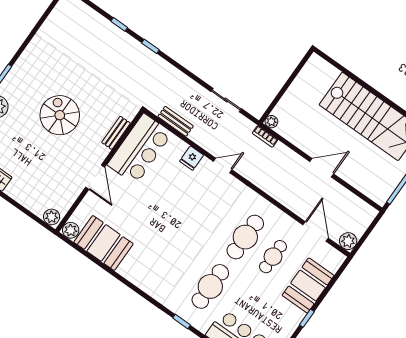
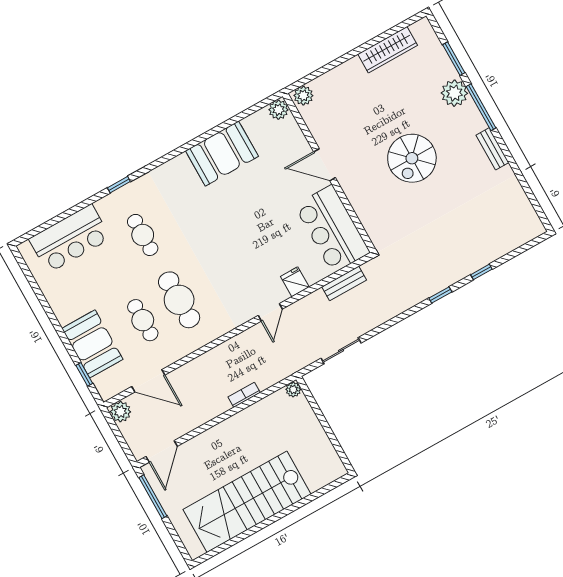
spiral stairs: (60, 115) -> (412, 158), turned 90
bench: (116, 133) -> (492, 149), moved
bookcase: (265, 136) -> (244, 395), moved
door: (322, 168) -> (162, 451), moved
booth: (103, 243) -> (222, 154), moved
cafe table: (210, 286) -> (143, 235), width x0.73, depth x0.74
window: (307, 318) -> (84, 374), moved

